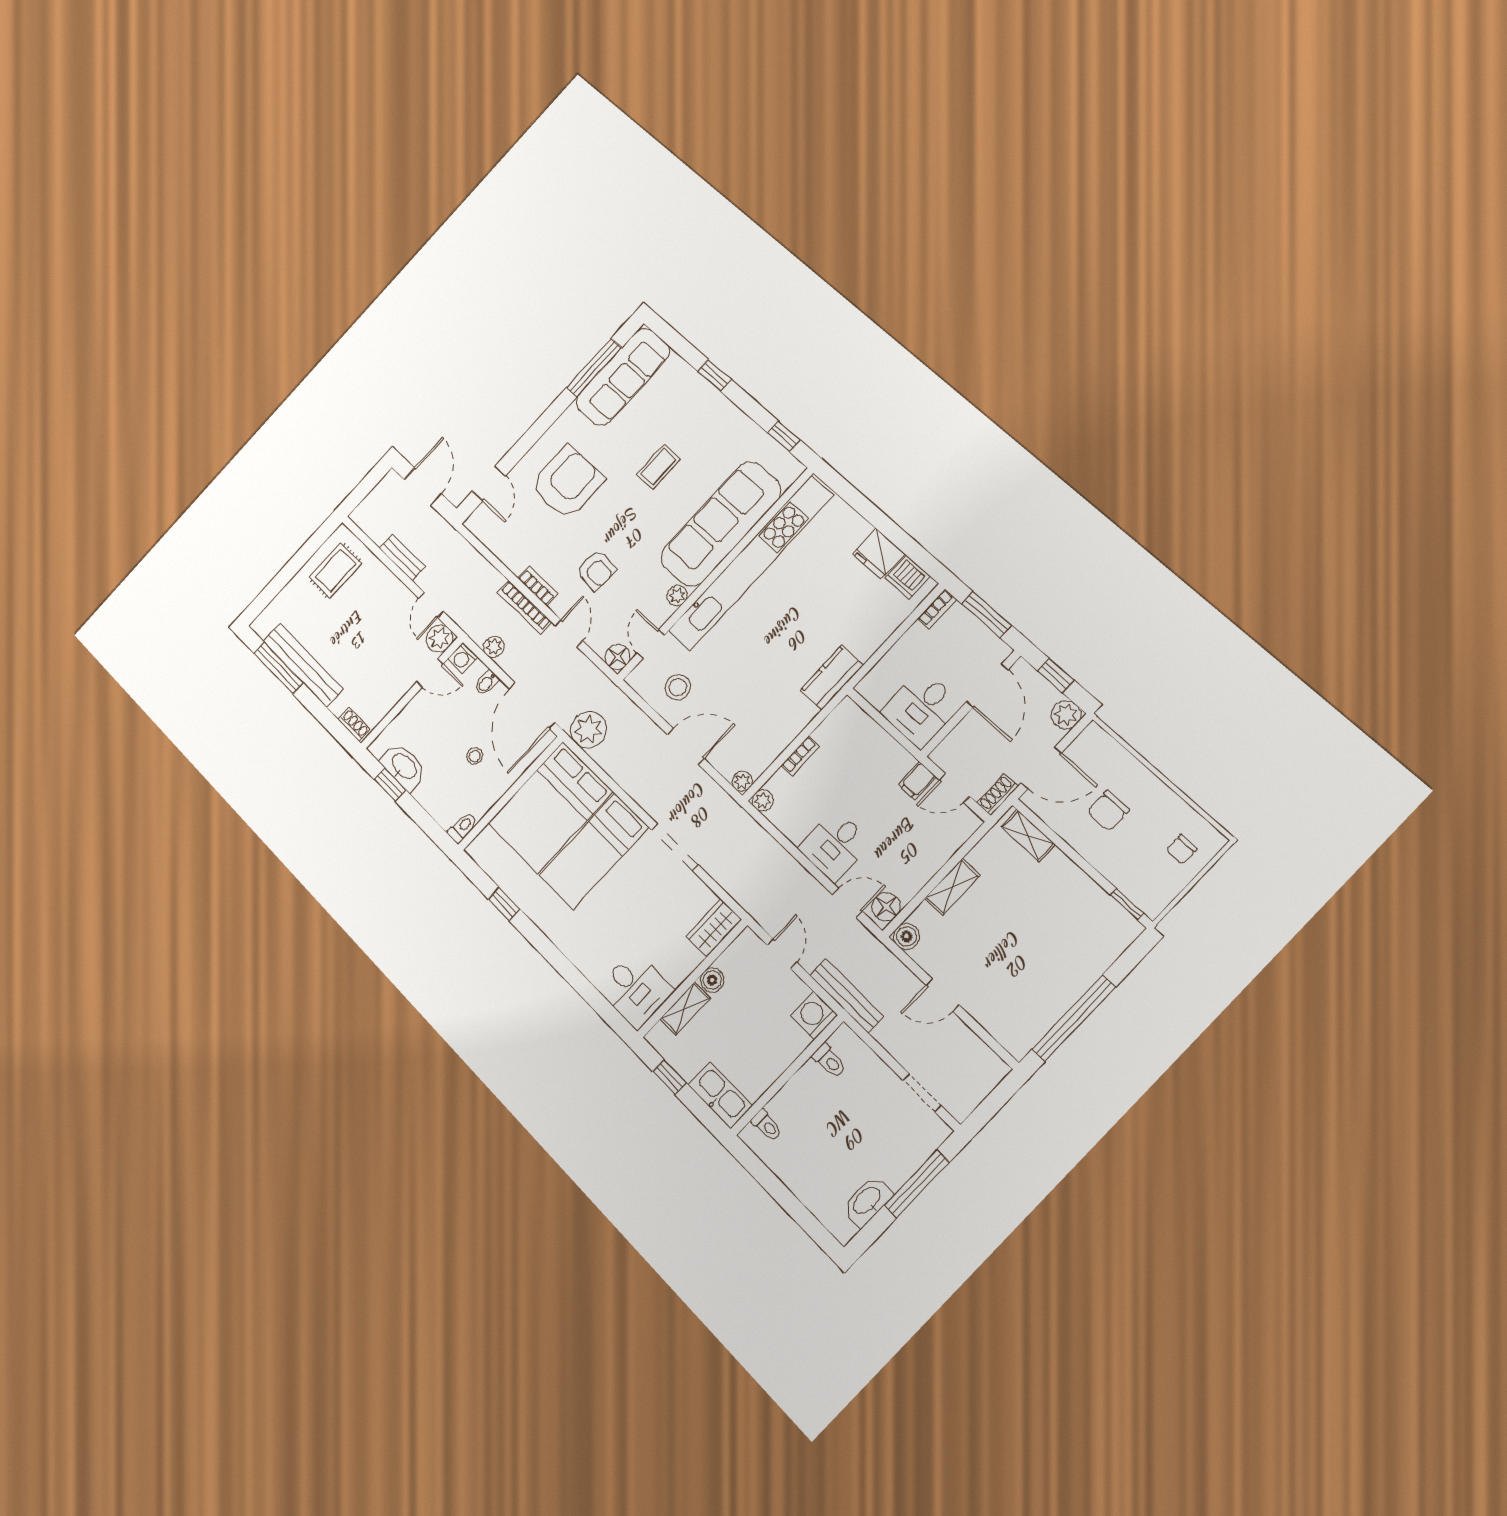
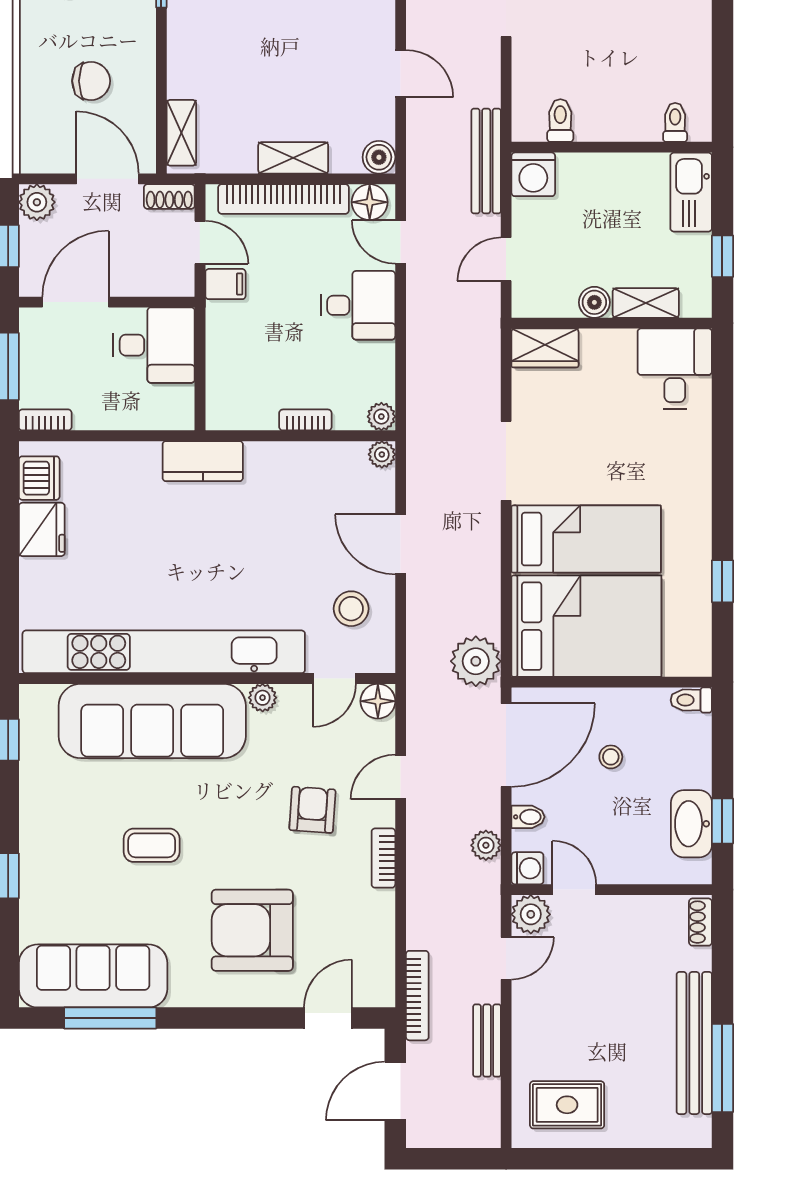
bookcase: (524, 607) -> (417, 996), moved
bookcase: (934, 859) -> (283, 199), added

